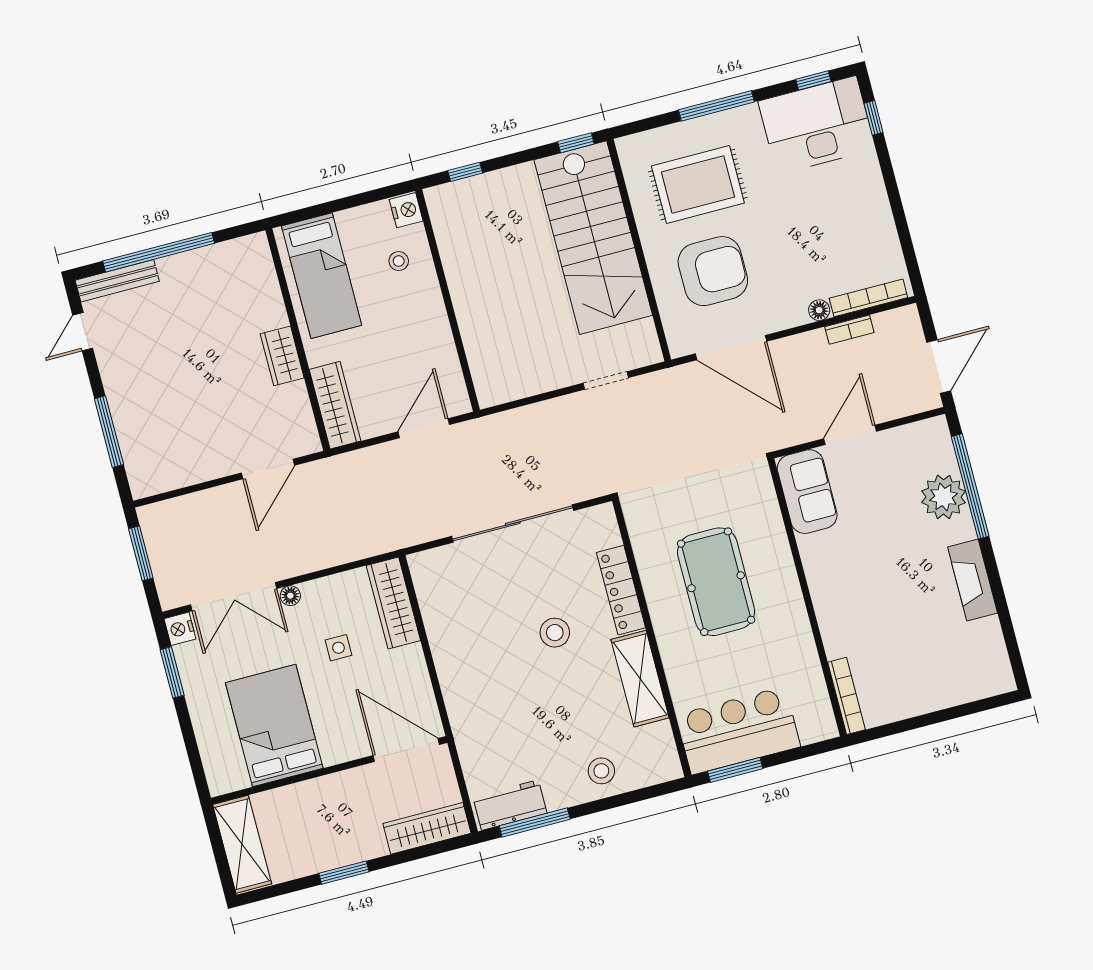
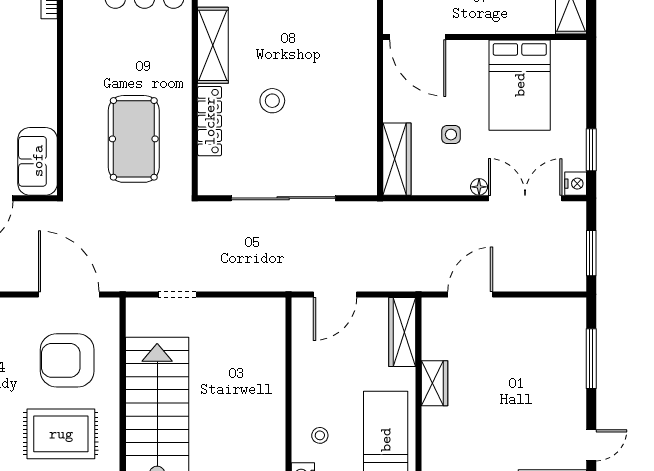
pool table: (716, 582) -> (134, 139), moved

